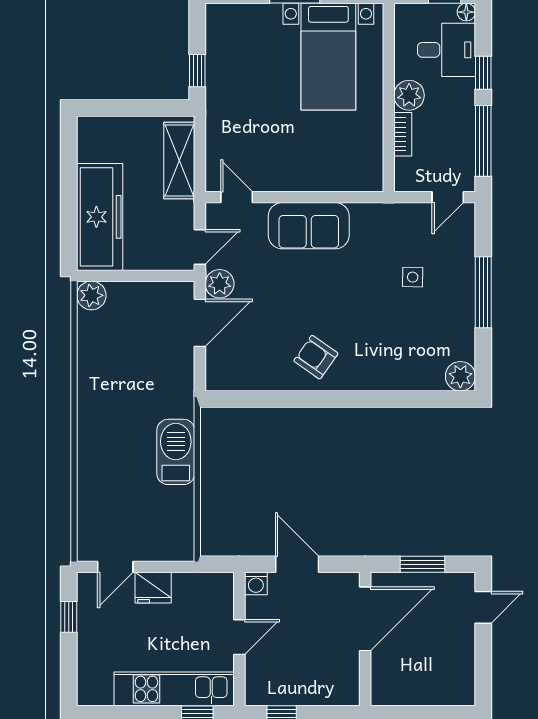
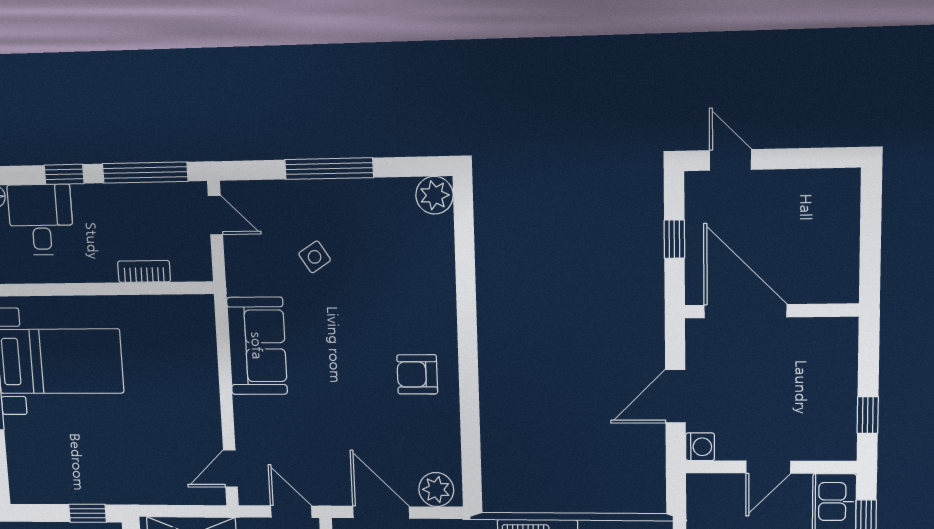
plant: (409, 95) -> (97, 264), removed
sofa: (309, 226) -> (257, 346), moved
side table: (413, 277) -> (315, 257), turned -34
plant: (220, 284) -> (436, 490), moved
armchair: (316, 357) -> (417, 374), turned 55
window: (423, 564) -> (674, 239), width x0.67
door: (239, 637) -> (768, 467), swing flipped

